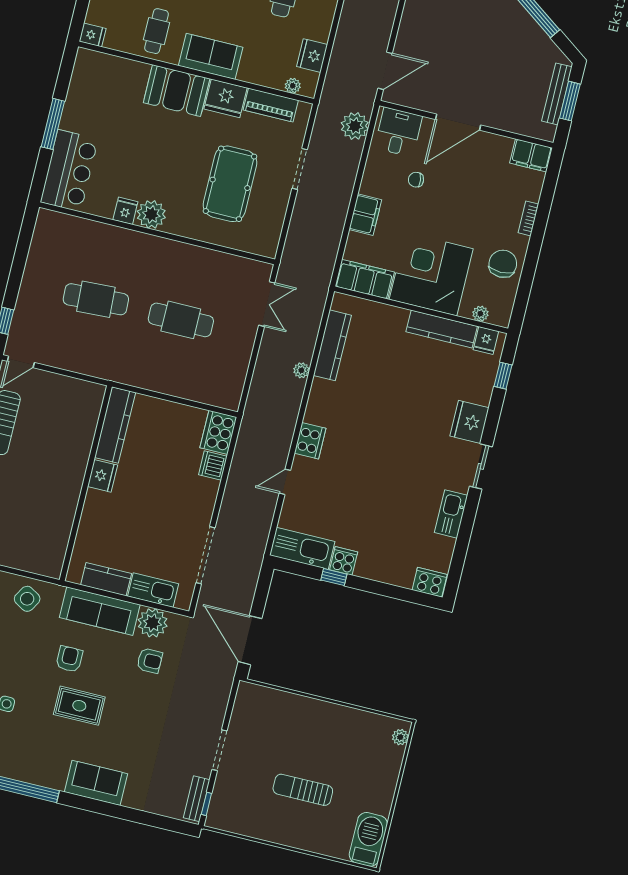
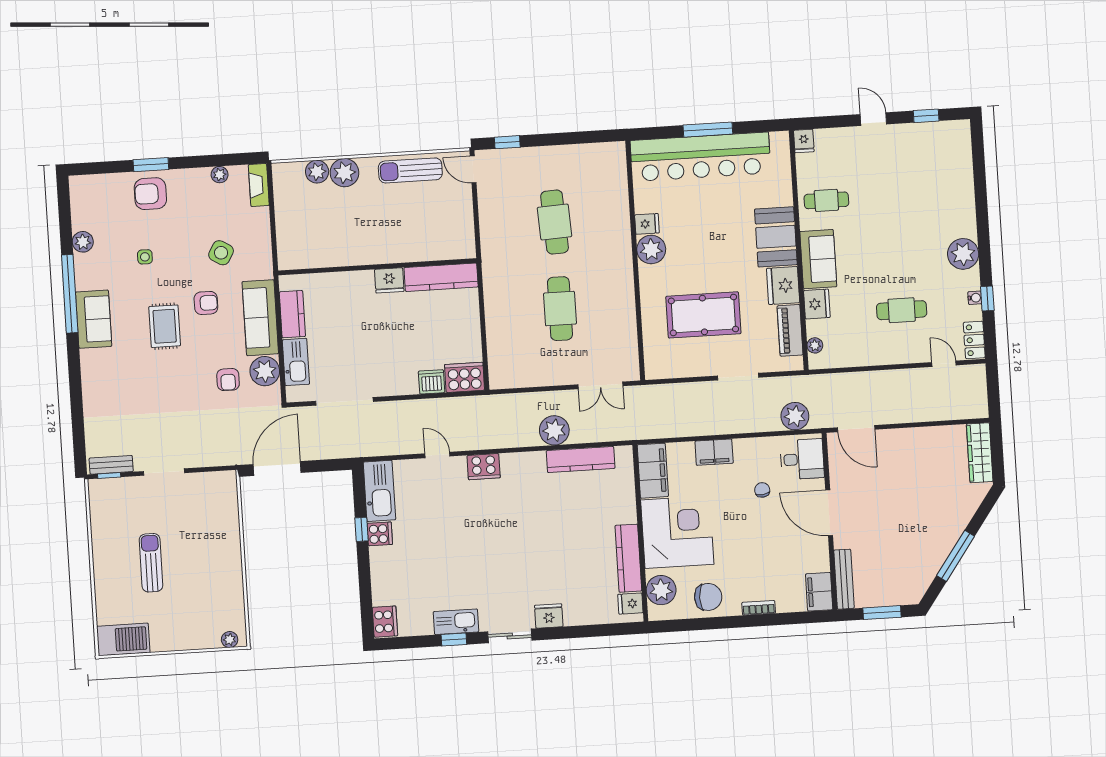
fridge: (312, 56) -> (817, 304), moved, turned 90
bench: (557, 94) -> (844, 579), moved, turned 90
bar counter: (69, 171) -> (700, 157), width x1.86
plant: (480, 314) -> (661, 590), width x1.87, depth x1.87
plant: (301, 370) -> (554, 430), width x1.88, depth x1.88
window: (503, 376) -> (454, 639), moved
fridge: (469, 422) -> (549, 616), width x0.73, depth x0.75
side table: (27, 599) -> (221, 253), moved
sofa: (96, 783) -> (94, 319), moved

